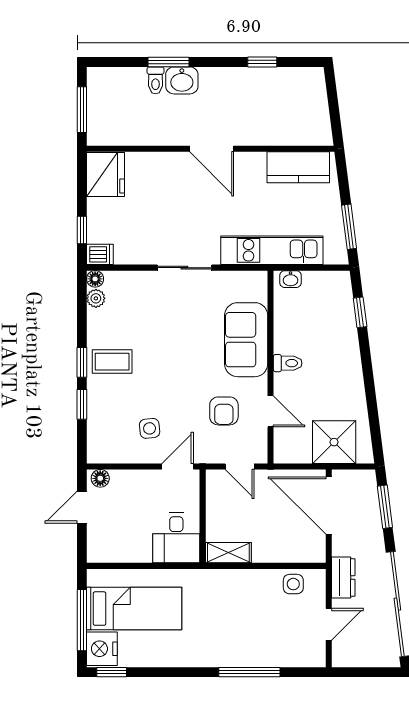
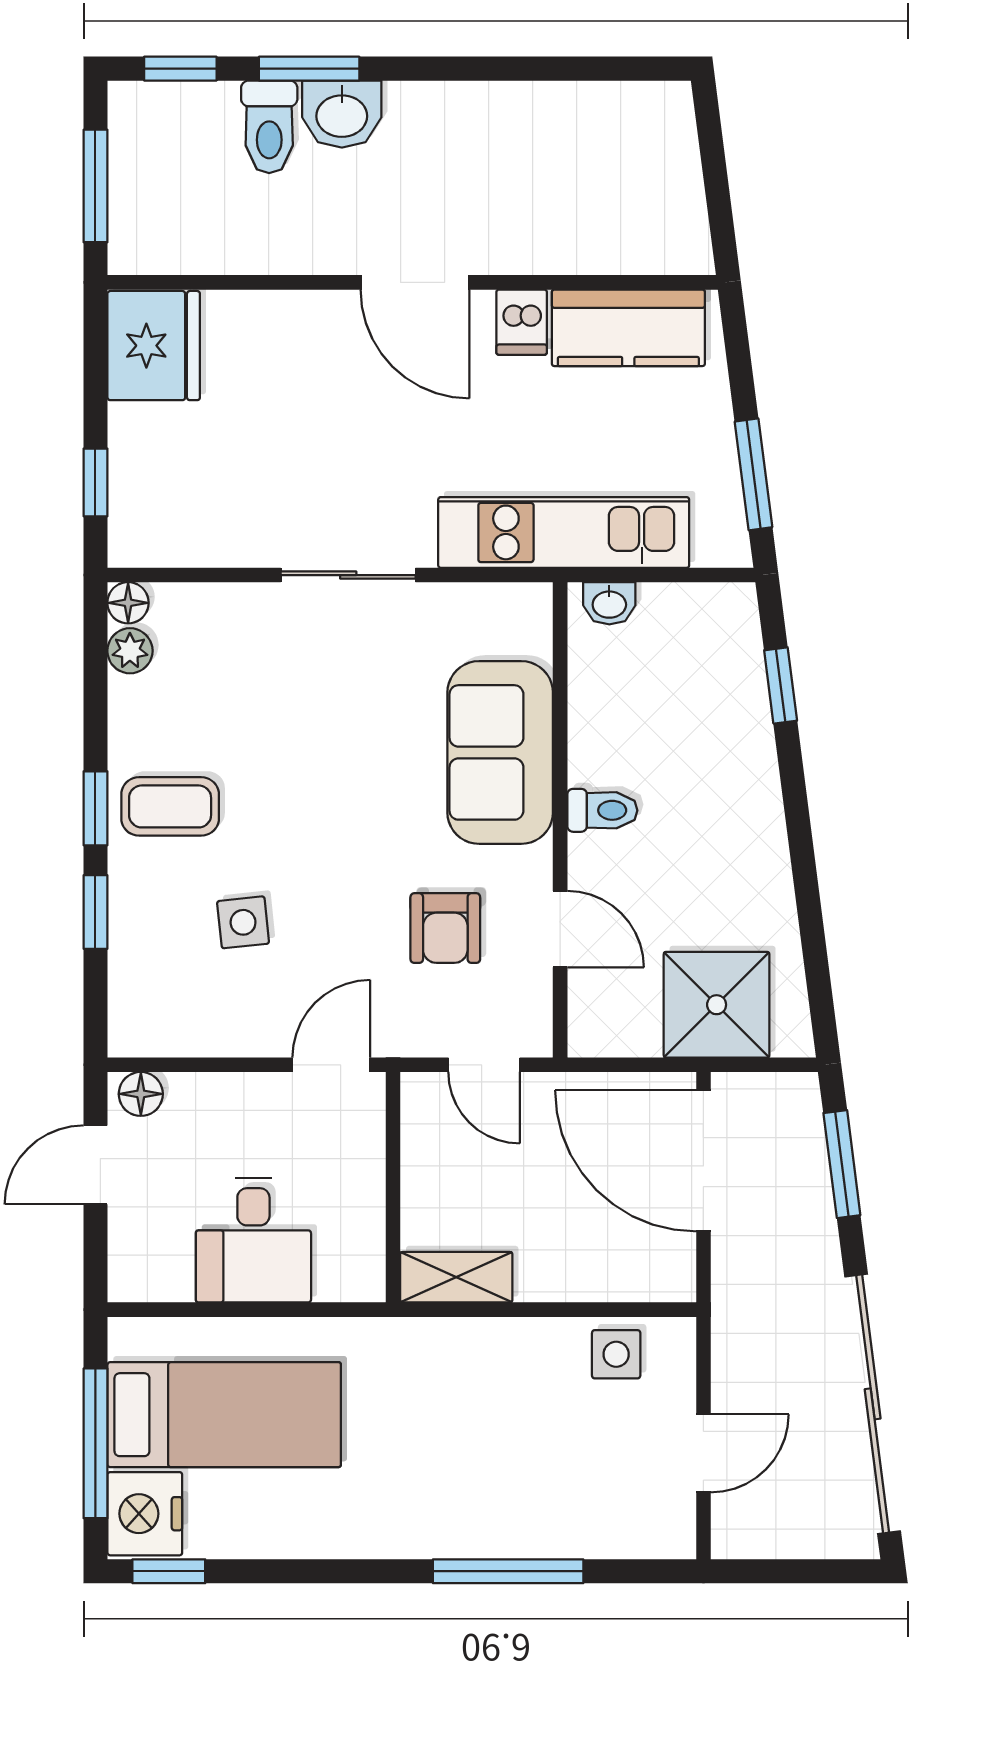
window: (262, 62) -> (180, 69), moved
toilet: (156, 80) -> (269, 127), width x1.37, depth x1.39
dishwasher: (100, 254) -> (522, 322), moved, turned 90
side table: (150, 428) -> (243, 922), moved
desk: (176, 538) -> (253, 1240), moved
dresser: (343, 577) -> (739, 1338), removed

